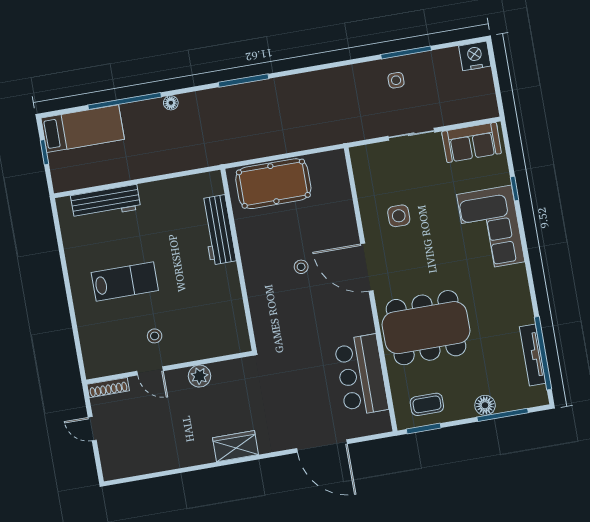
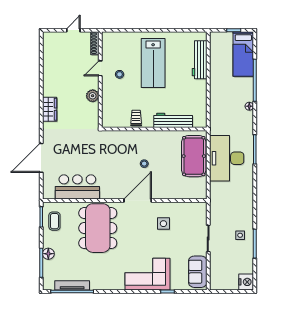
desk: (267, 126) -> (227, 158), added
lab bench: (125, 281) -> (153, 63), width x1.36, depth x1.39
trolley: (225, 294) -> (136, 118), added

